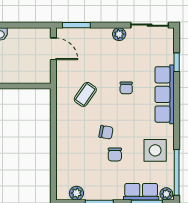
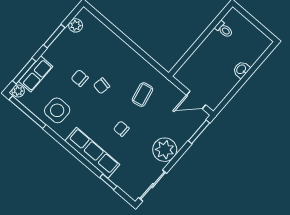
plant: (119, 34) -> (165, 150), width x1.88, depth x1.88
coffee table: (85, 94) -> (142, 95), turned 43

